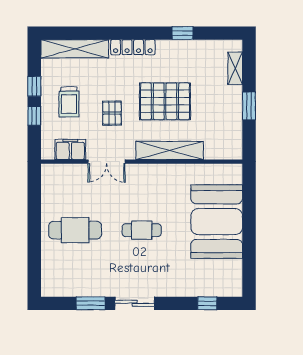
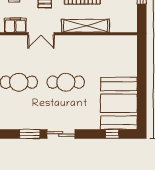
booth: (217, 222) -> (119, 103), moved
cafe table: (142, 230) -> (66, 82), width x1.37, depth x1.35

